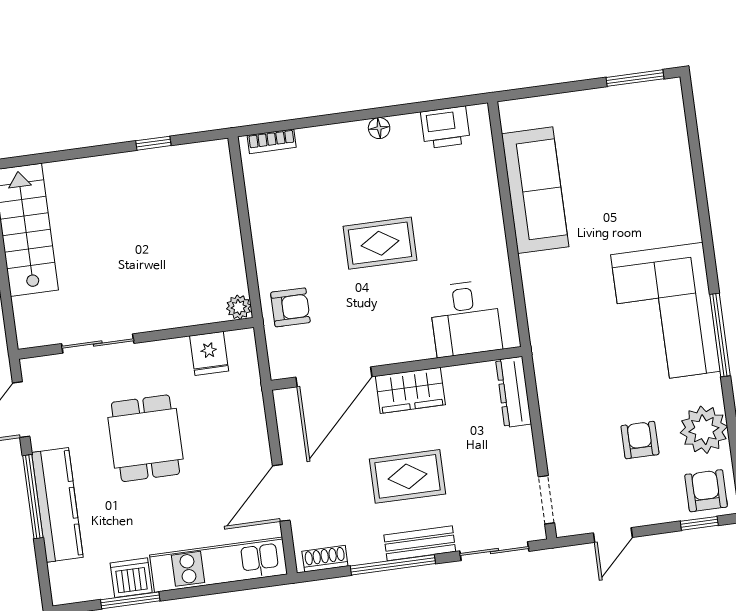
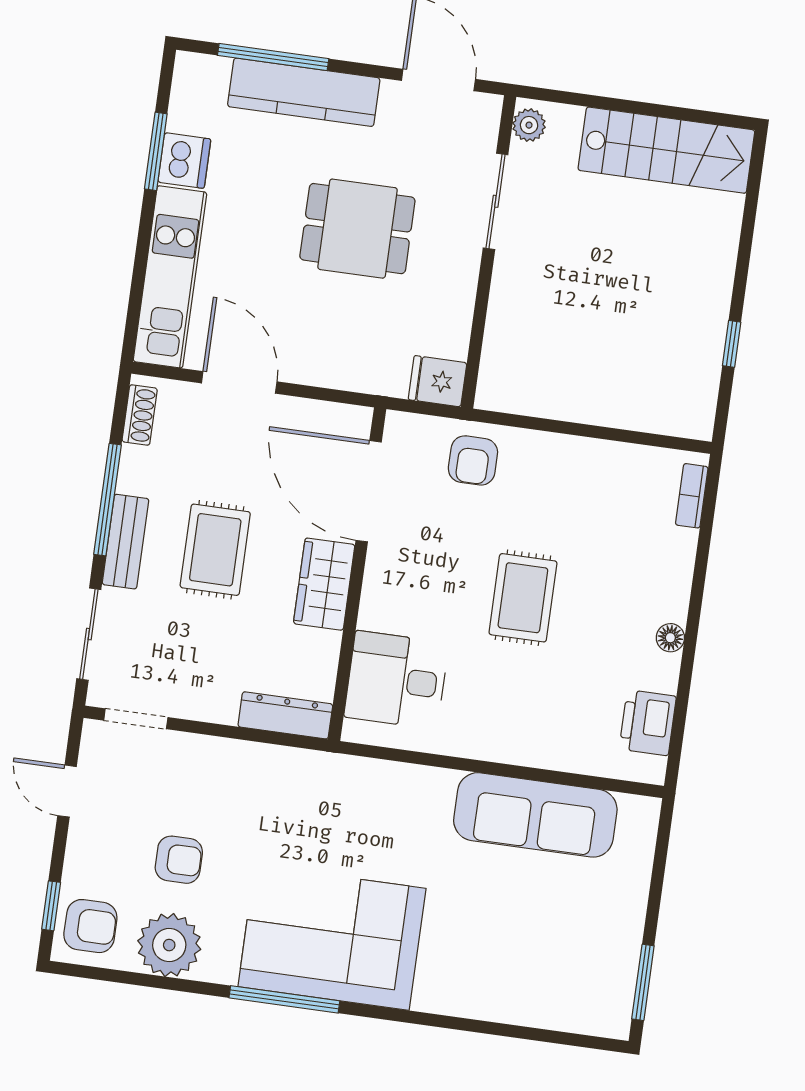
plant: (239, 307) -> (529, 125), moved
fridge: (209, 353) -> (437, 381), moved
window: (33, 497) -> (273, 57), moved

